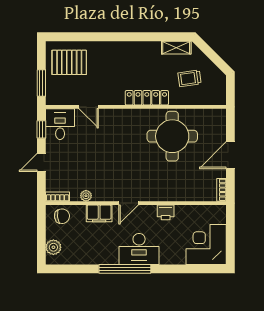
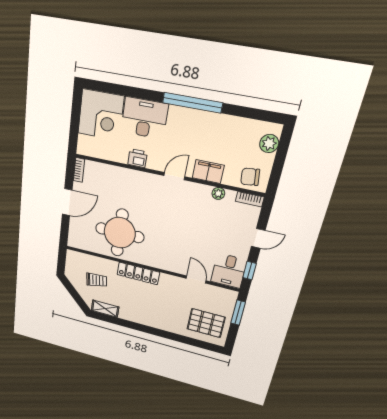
desk: (139, 249) -> (144, 118), moved

